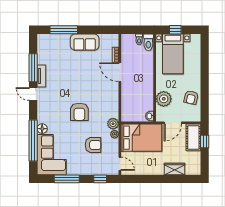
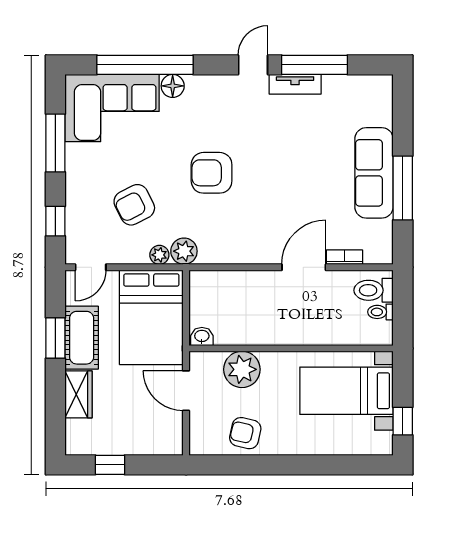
window: (64, 30) -> (403, 188), moved
window: (175, 30) -> (403, 421), moved
sofa: (85, 42) -> (374, 173), width x1.36
toilet: (148, 42) -> (374, 290), moved
cot: (193, 137) -> (82, 338), moved, turned 90
window: (205, 142) -> (110, 465), moved
armchair: (93, 145) -> (134, 205), turned 63
window: (150, 179) -> (55, 338), added

